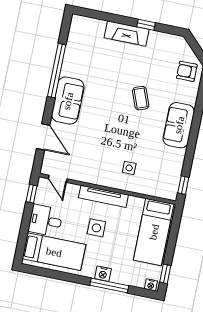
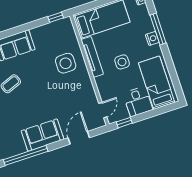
side table: (129, 168) -> (66, 63), width x1.87, depth x1.87
tv unit: (103, 196) -> (92, 57), moved

